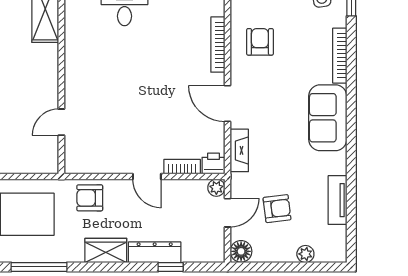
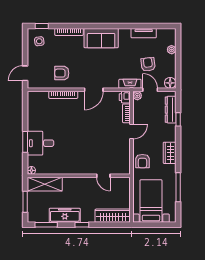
fireplace: (239, 150) -> (130, 84), moved
dresser: (155, 252) -> (171, 110), moved

